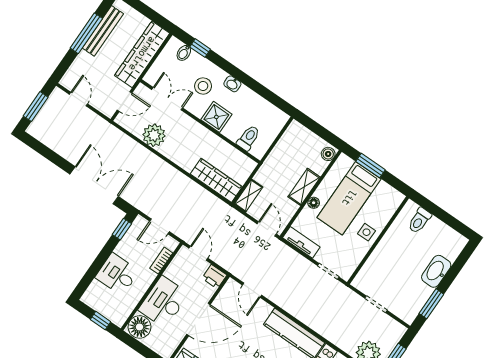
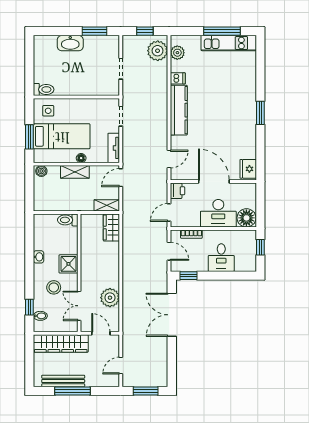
washbasin: (232, 84) -> (39, 257), moved
toilet: (248, 138) -> (68, 220), moved
wardrobe: (216, 180) -> (111, 228), width x0.67
toilet: (419, 220) -> (44, 89), moved
side table: (367, 232) -> (48, 111), moved

